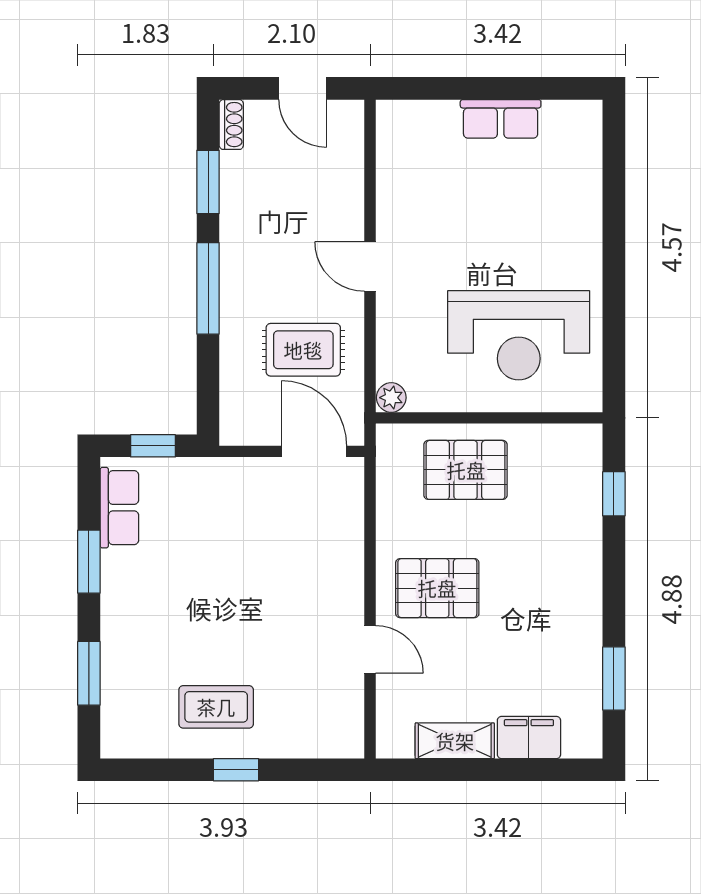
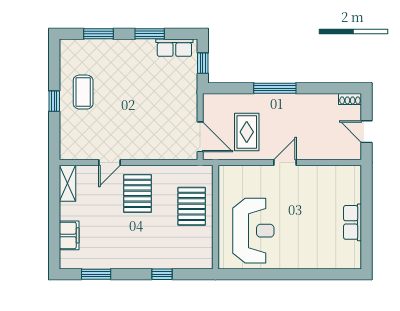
door: (303, 88) -> (367, 132), hinge flipped
window: (208, 182) -> (324, 88), removed
reception desk: (519, 335) -> (253, 231), turned 180
plant: (391, 398) -> (225, 172), removed
door: (314, 451) -> (200, 137), hinge flipped
window: (614, 494) -> (162, 274), moved
shelving: (455, 741) -> (68, 183), moved

